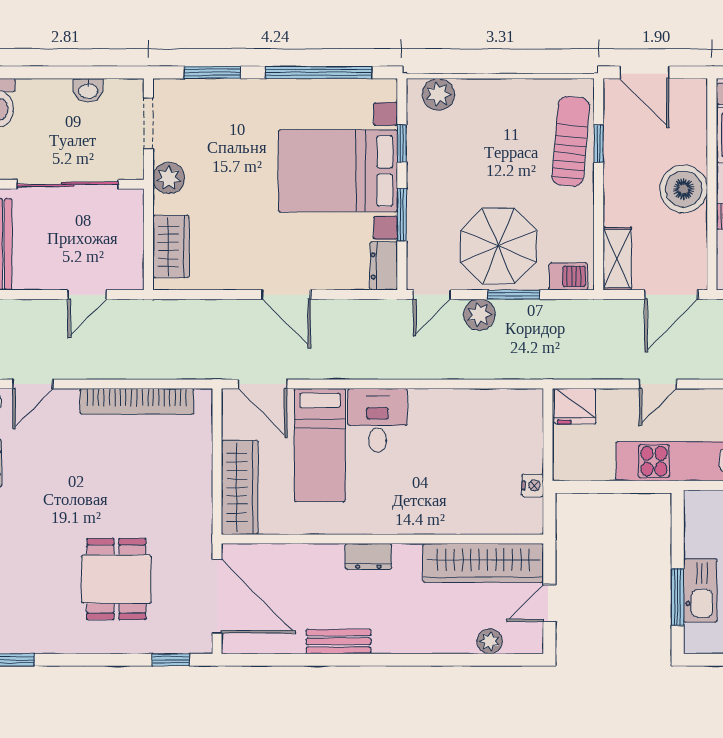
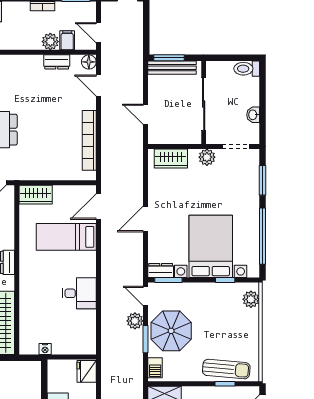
window: (402, 215) -> (168, 280), moved
desk: (377, 420) -> (79, 293), moved
wardrobe: (240, 487) -> (36, 195), width x0.67

